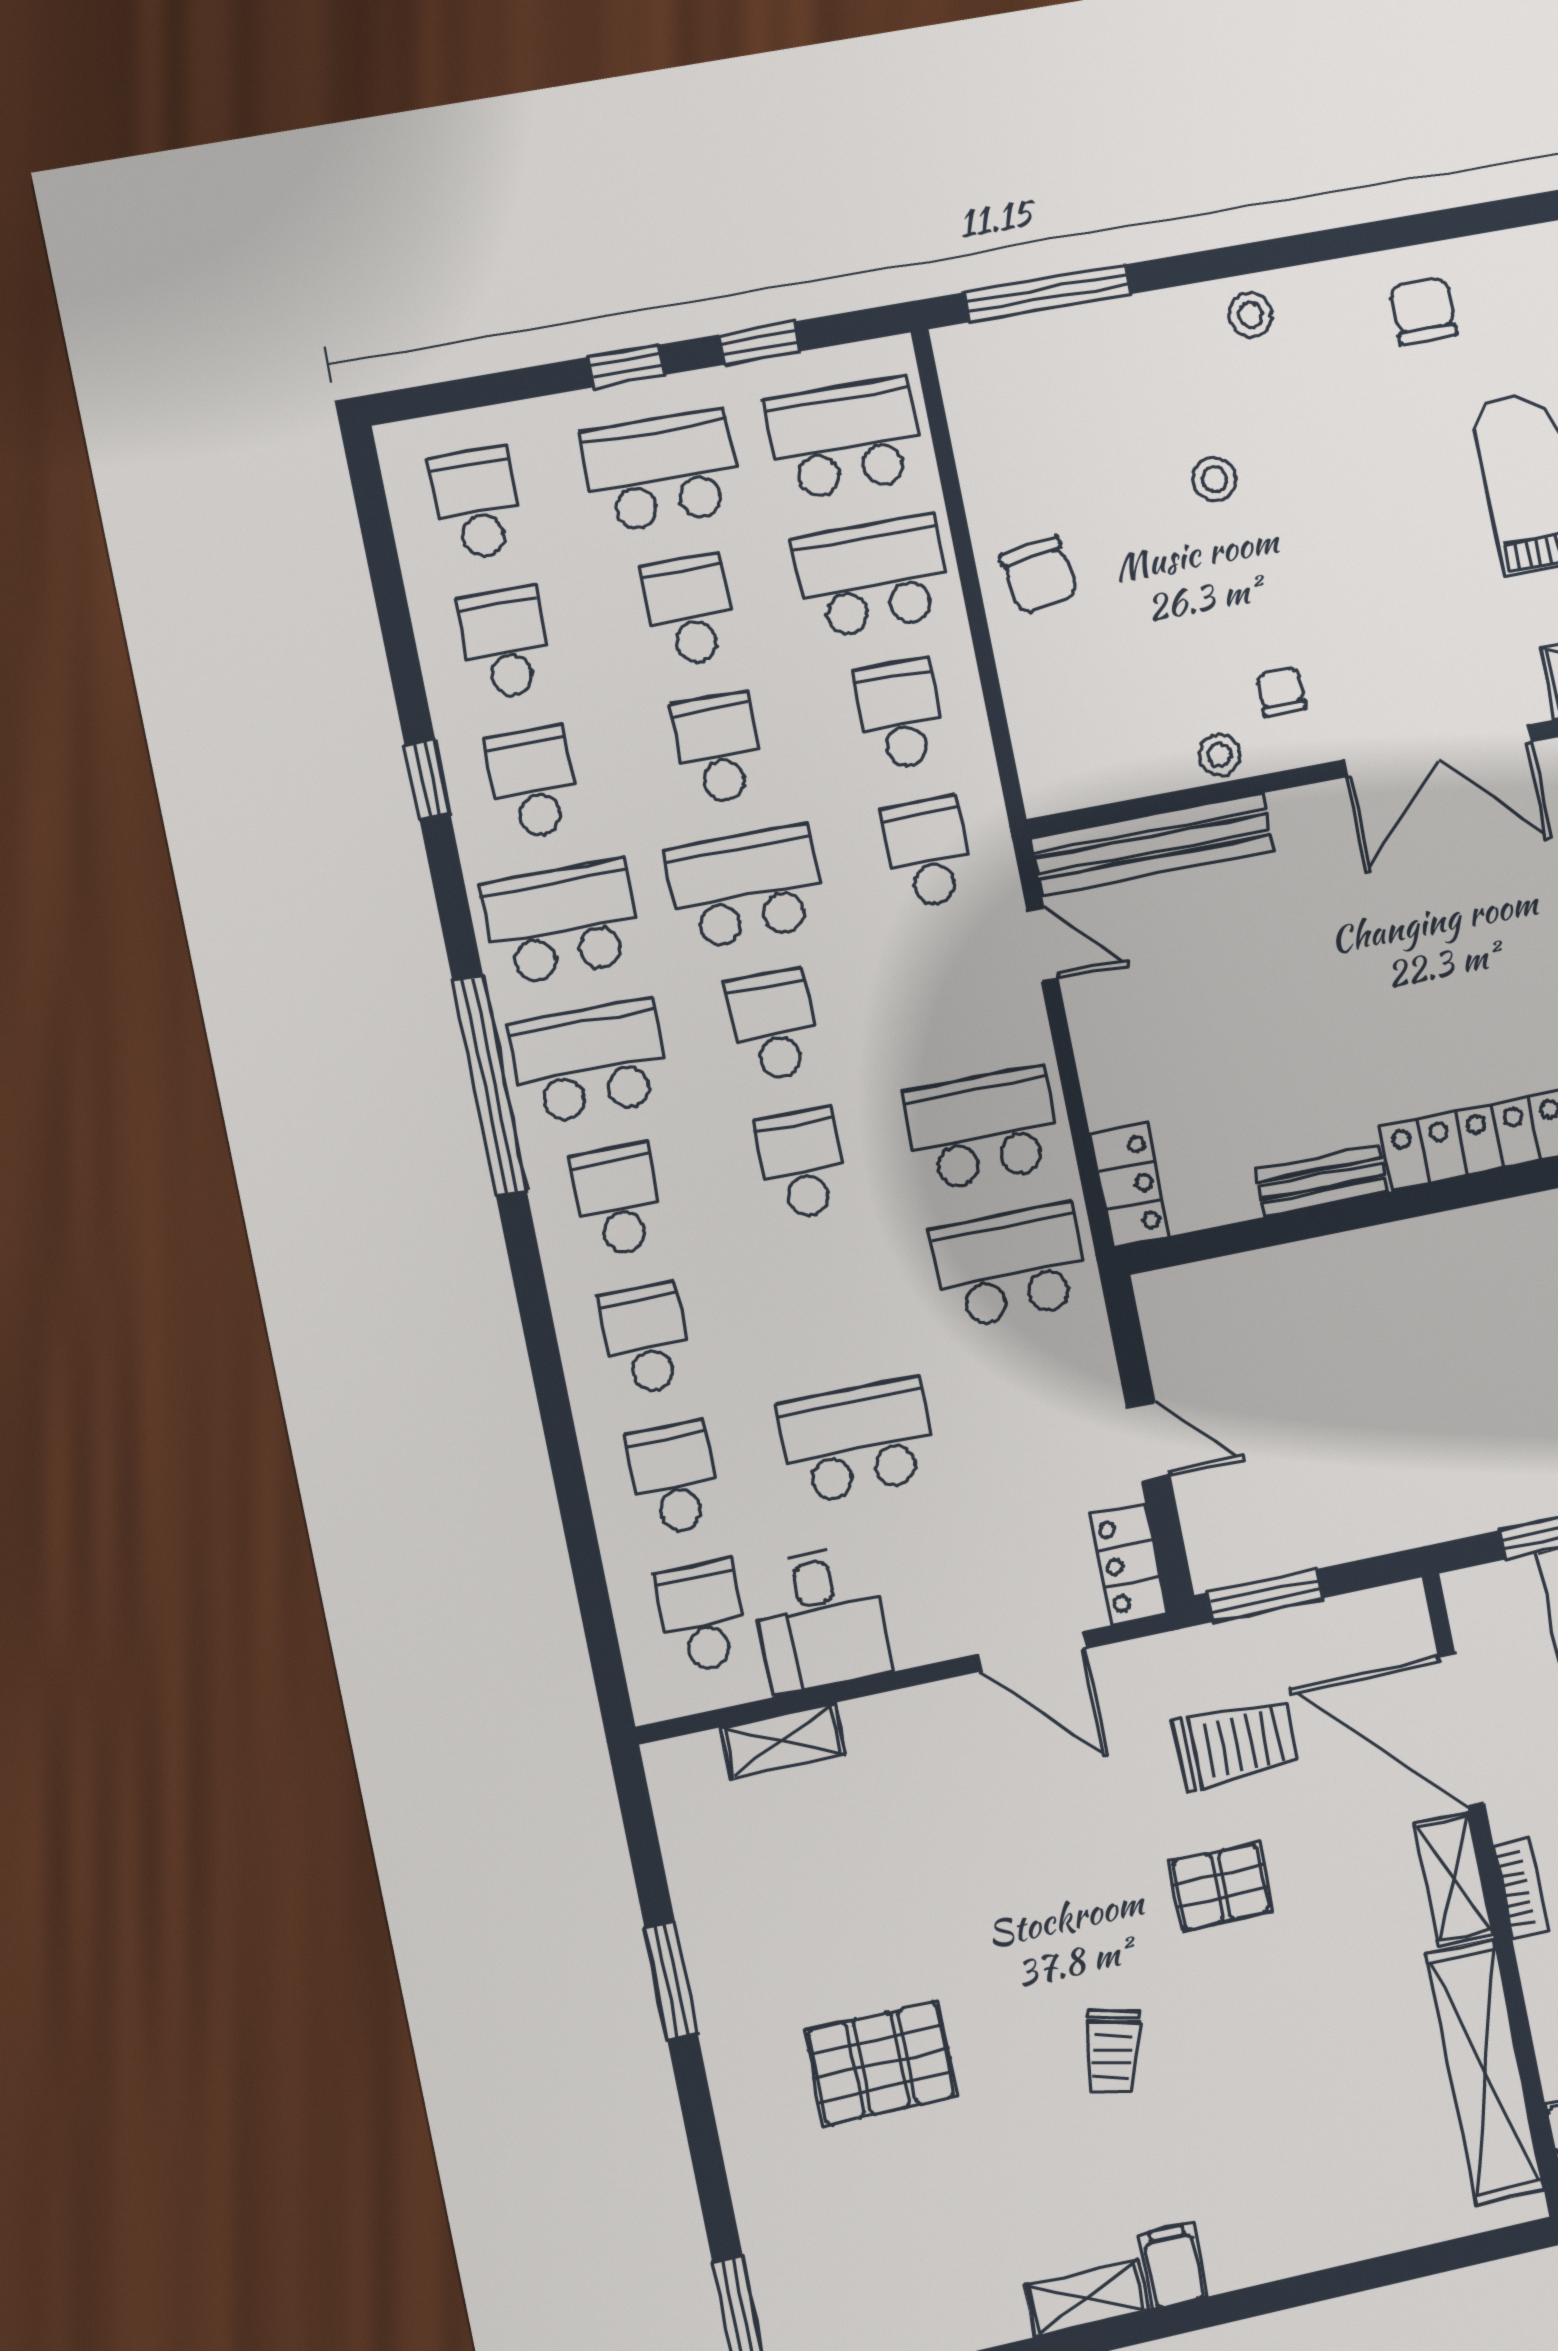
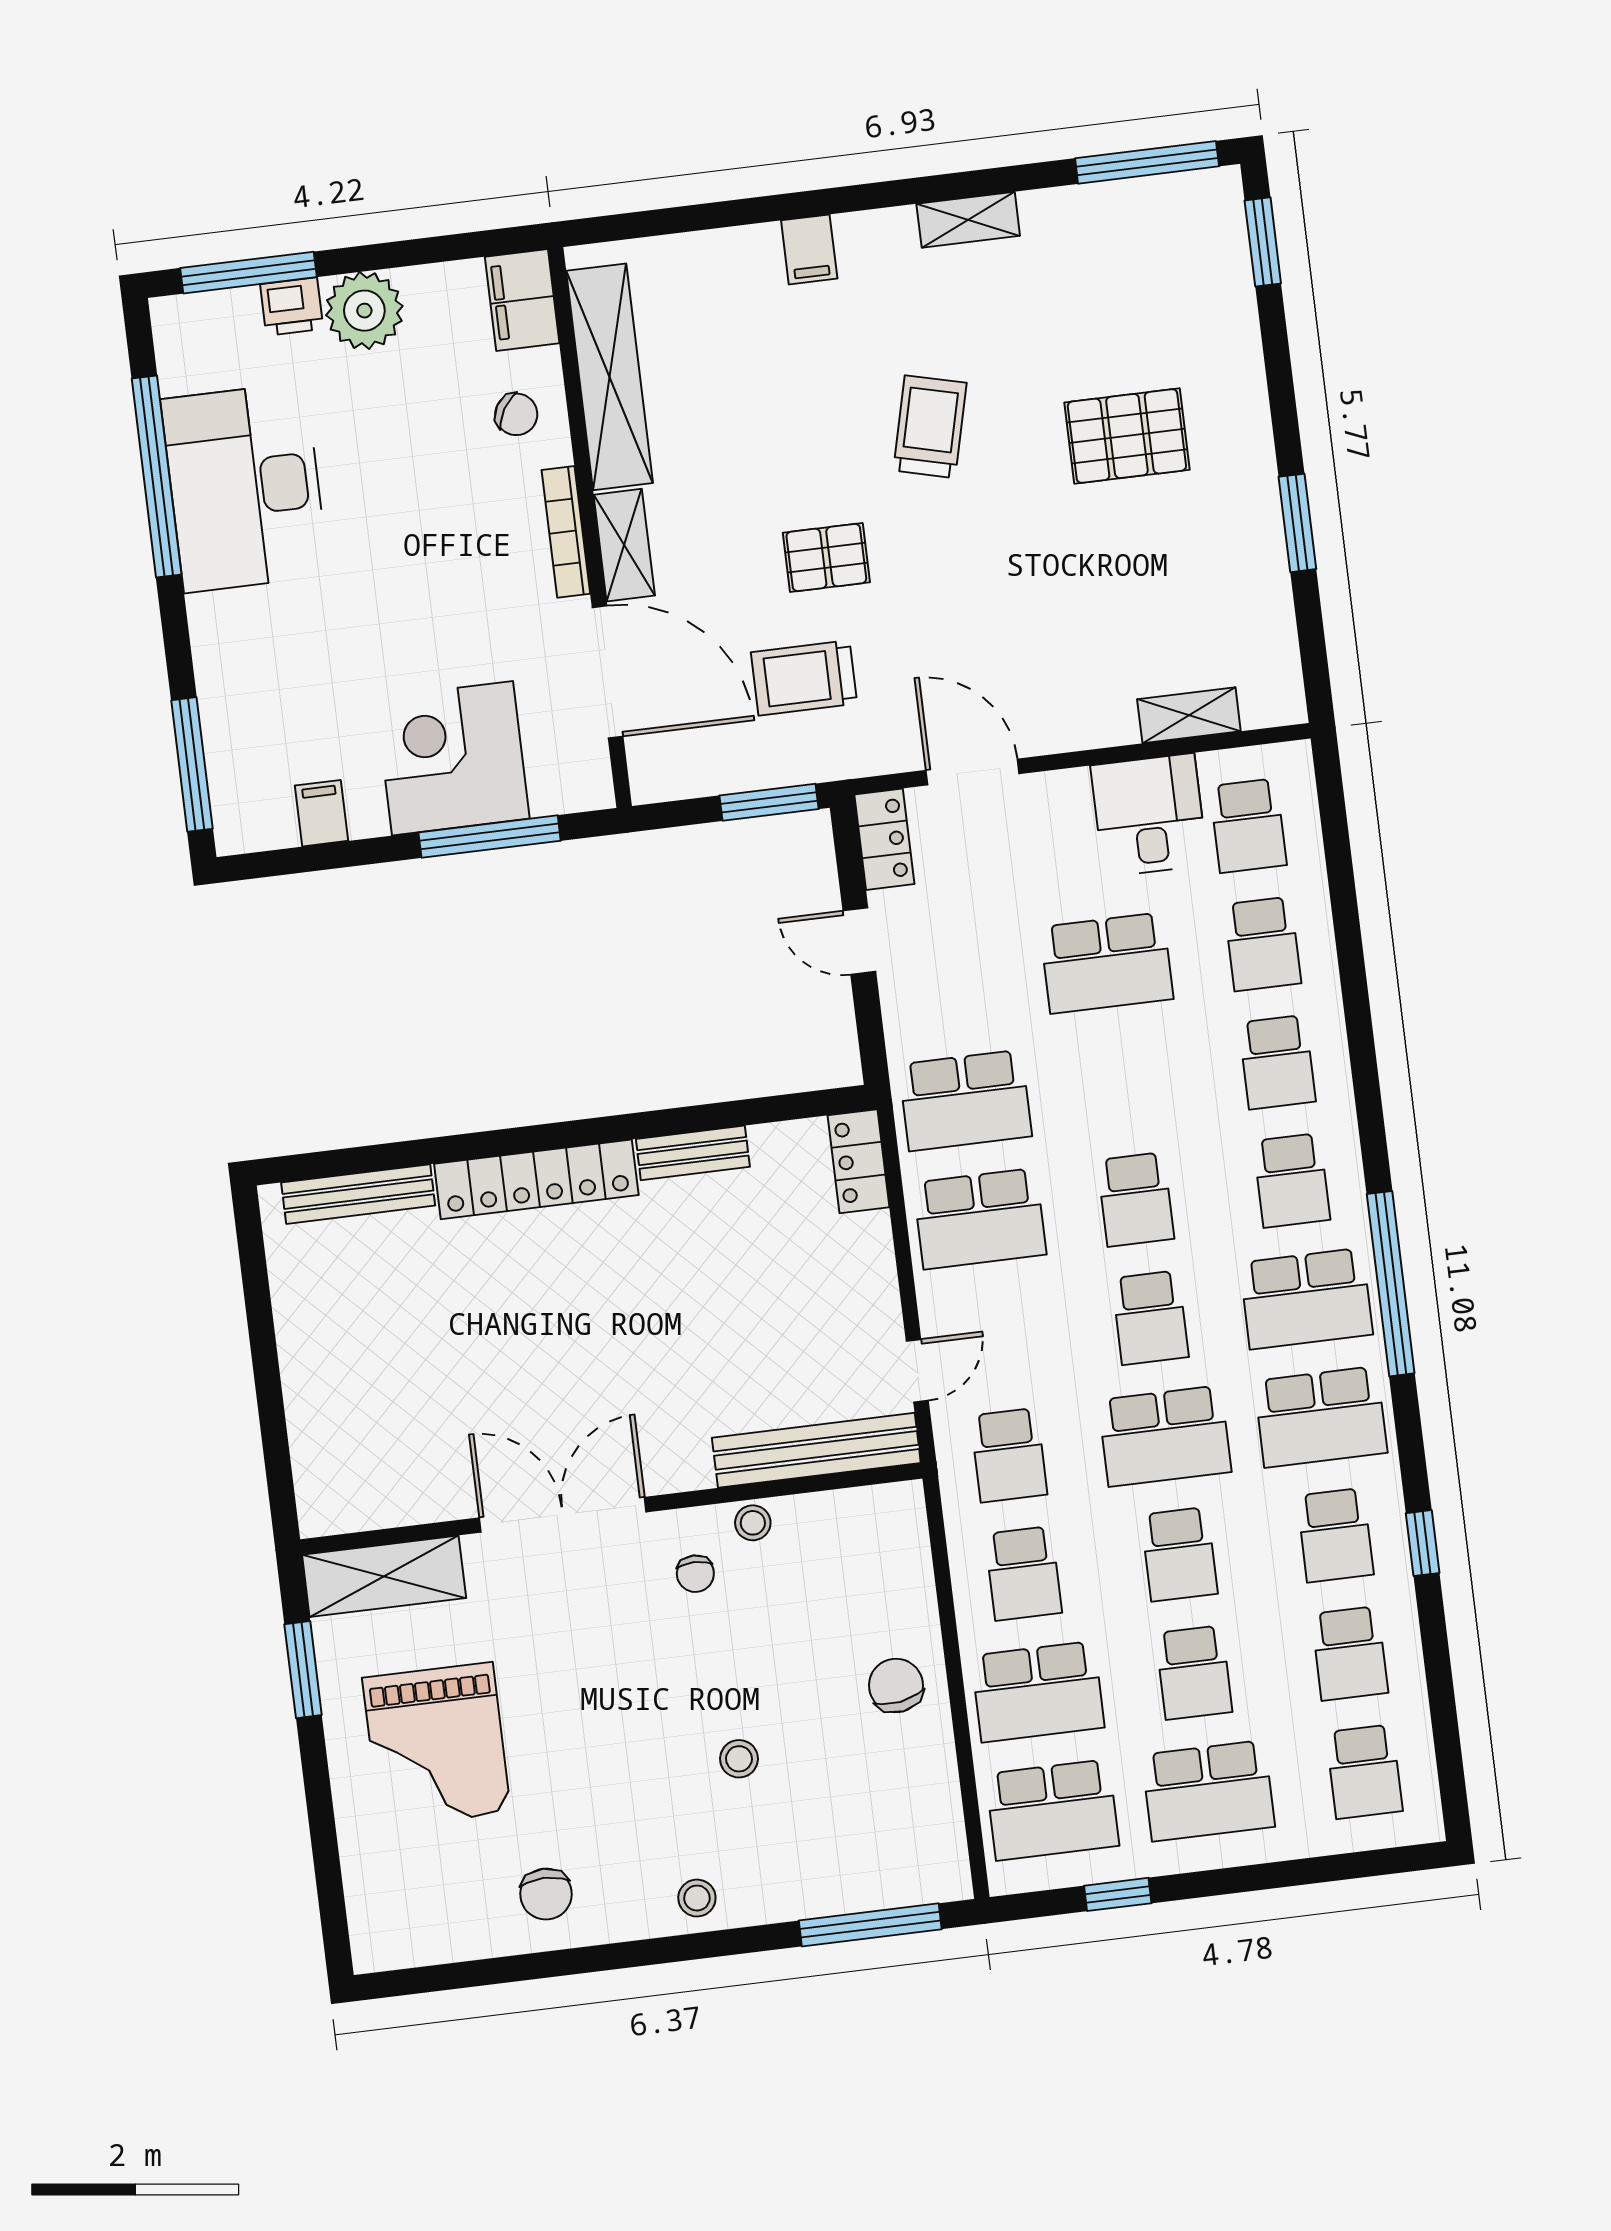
window: (627, 366) -> (1231, 1881), removed
door: (1043, 945) -> (917, 1371), swing flipped
bookcase: (1521, 1888) -> (566, 532), width x1.56
trolley: (1113, 2051) -> (930, 427), width x1.36, depth x1.39
filing cabinet: (1173, 2266) -> (809, 249), moved

